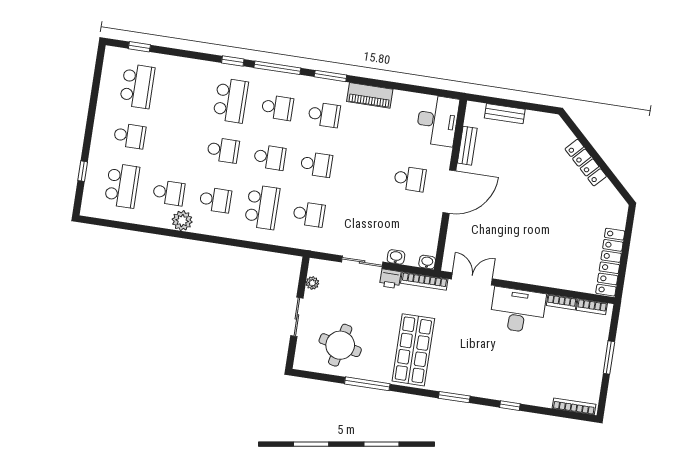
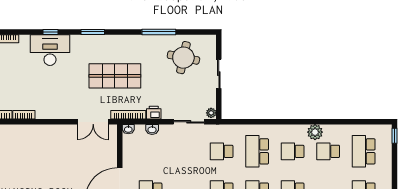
window: (83, 171) -> (395, 136), moved
sliding door: (362, 262) -> (189, 122), moved
plant: (312, 283) -> (211, 113), moved
desk: (518, 310) -> (50, 50), moved, turned 180
shop shelf: (413, 350) -> (115, 76), moved, turned 90

